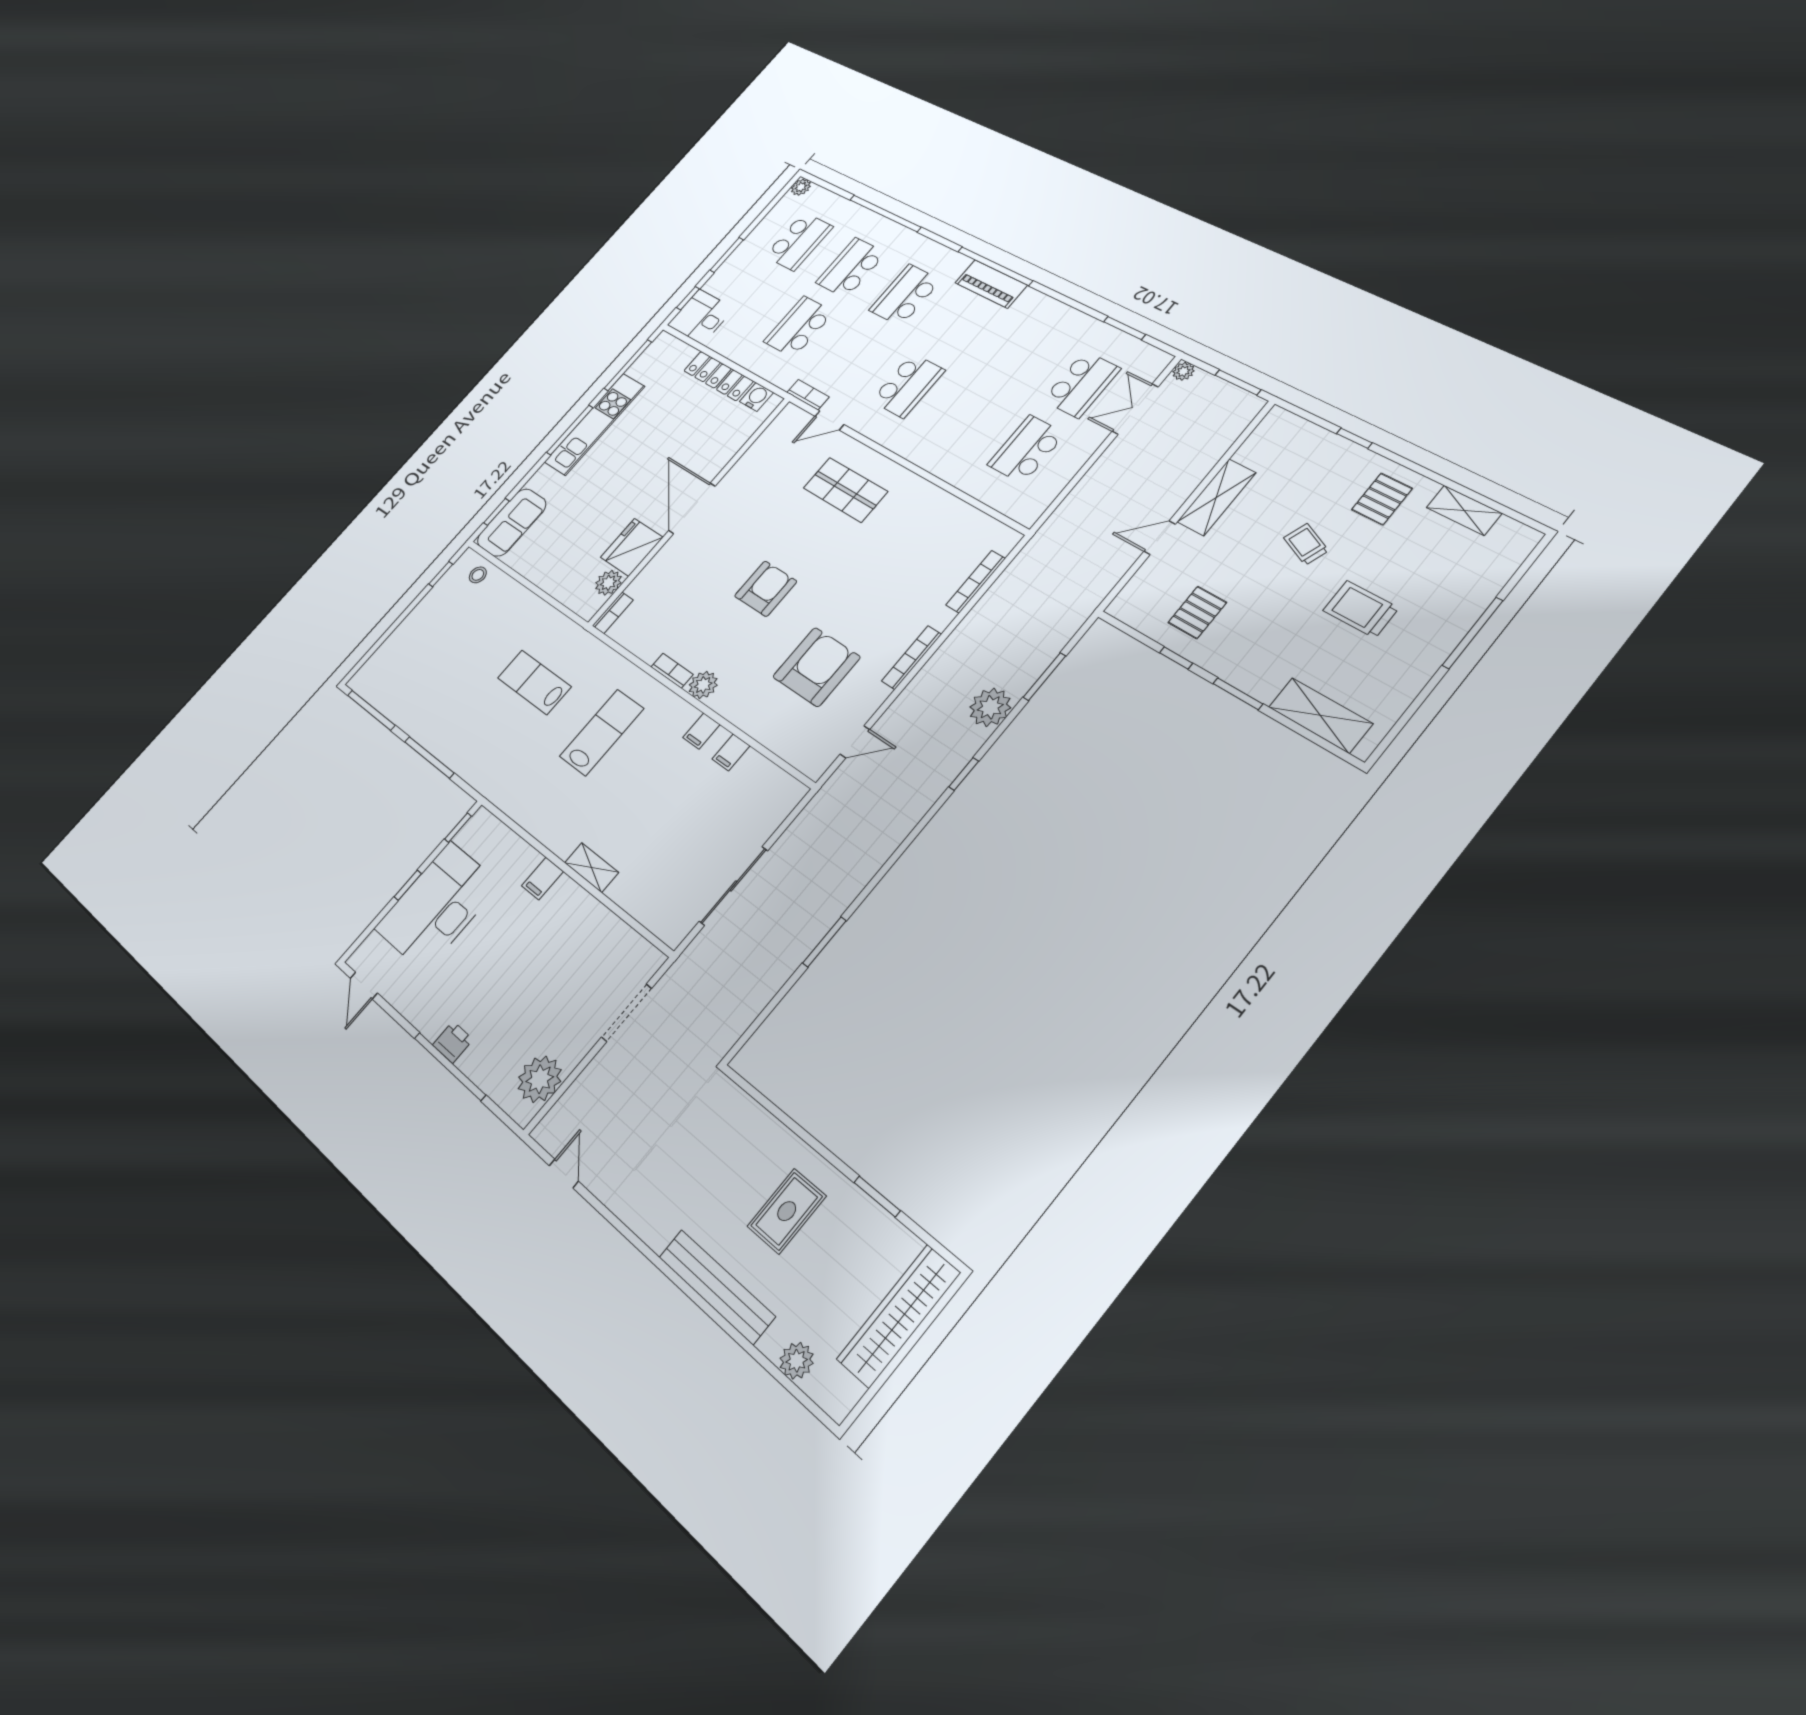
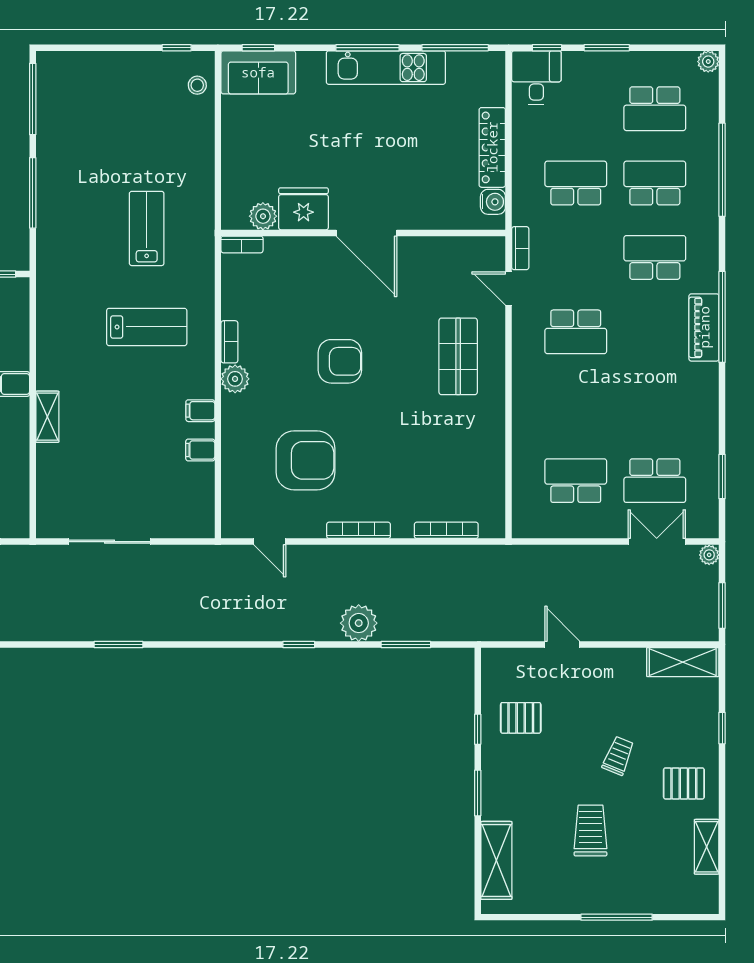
shelving: (1216, 497) -> (683, 662), moved
door: (692, 508) -> (366, 233), swing flipped

